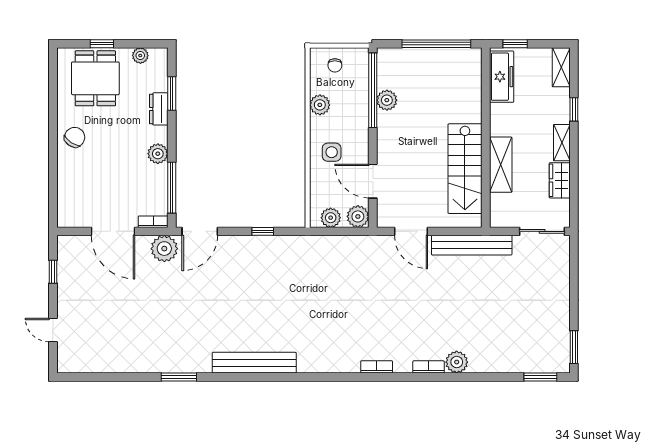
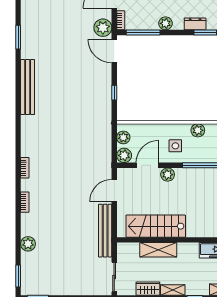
plant: (387, 100) -> (168, 175), moved
side table: (332, 152) -> (175, 146), moved
plant: (457, 362) -> (28, 244), moved

